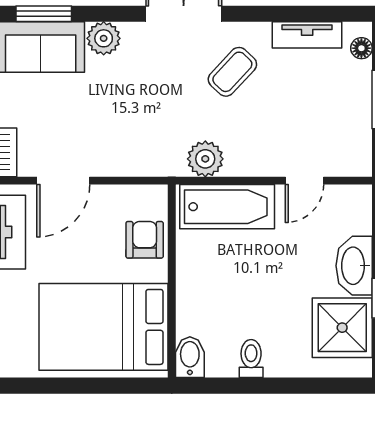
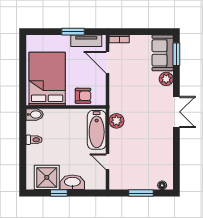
tv unit: (307, 35) -> (168, 163), removed
coffee table: (232, 72) -> (152, 132), removed

